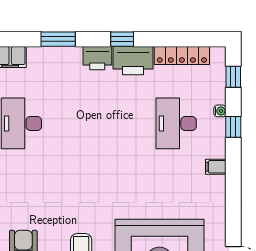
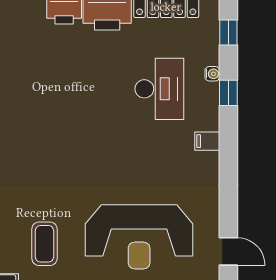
desk: (176, 123) -> (159, 89), turned 180

